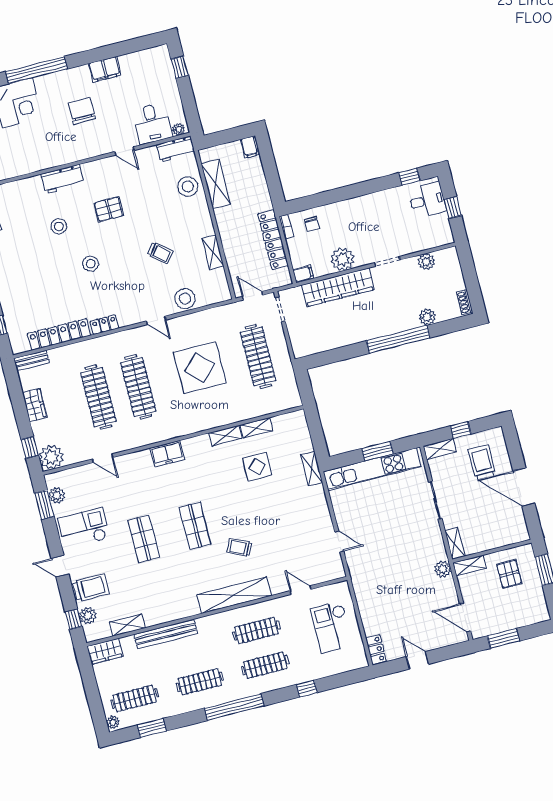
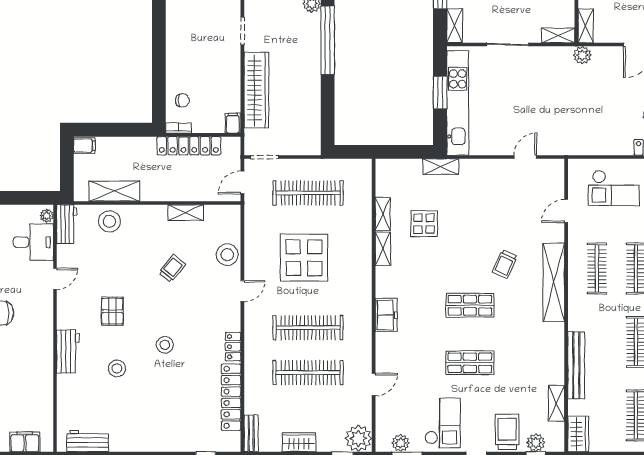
plant: (342, 259) -> (228, 78), removed
checkout: (84, 528) -> (443, 423), turned 180

